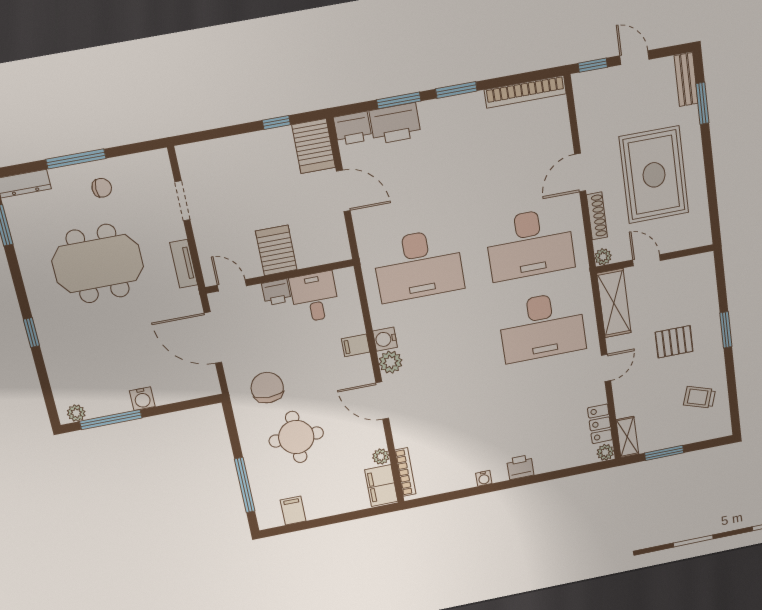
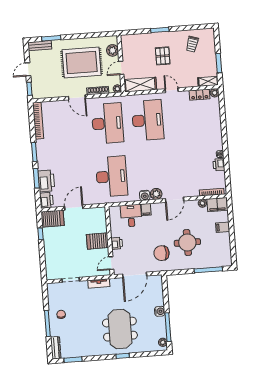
plant: (682, 238) -> (112, 50), added
meeting table: (98, 264) -> (120, 329), moved
desk: (315, 297) -> (131, 216), moved, turned 90
printer: (520, 467) -> (219, 165), moved
filing cabinet: (293, 510) -> (223, 227), moved

